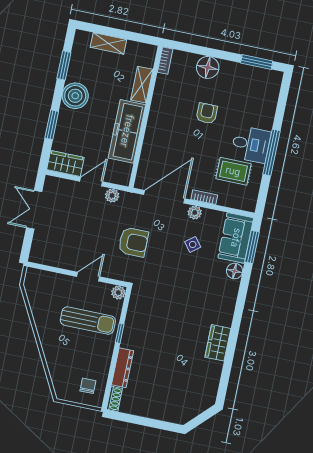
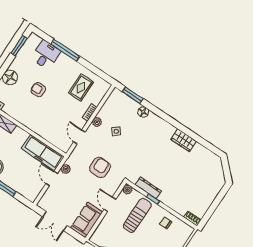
freezer: (127, 131) -> (43, 153), moved
desk: (251, 144) -> (46, 55), moved
window: (271, 152) -> (65, 50), moved
wardrobe: (65, 163) -> (34, 190), removed
door: (164, 197) -> (79, 137), width x0.53
sofa: (236, 238) -> (87, 220), moved, turned 90
dresser: (123, 368) -> (148, 188), moved
chair: (88, 386) -> (166, 223), moved

